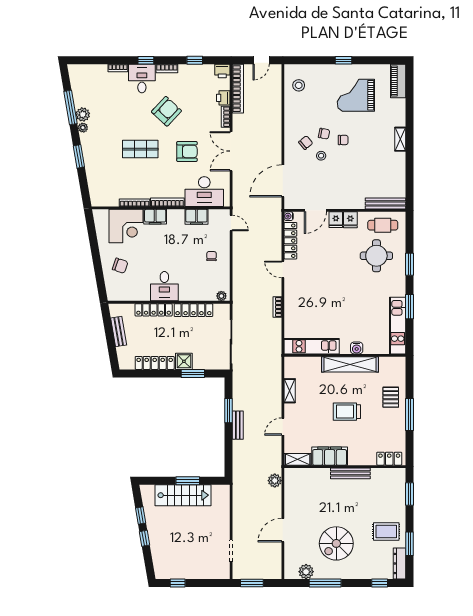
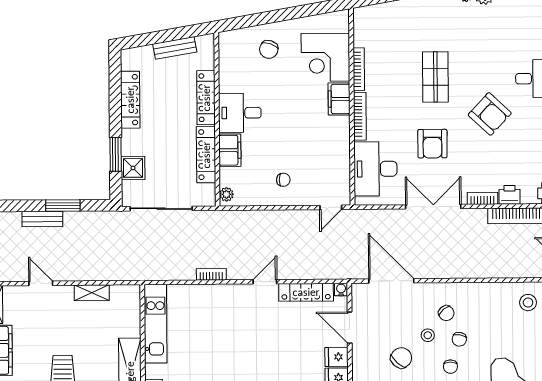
chair: (337, 174) -> (401, 358), added
filing cabinet: (196, 217) -> (230, 150), moved, turned 180
shower: (184, 361) -> (133, 168), moved

